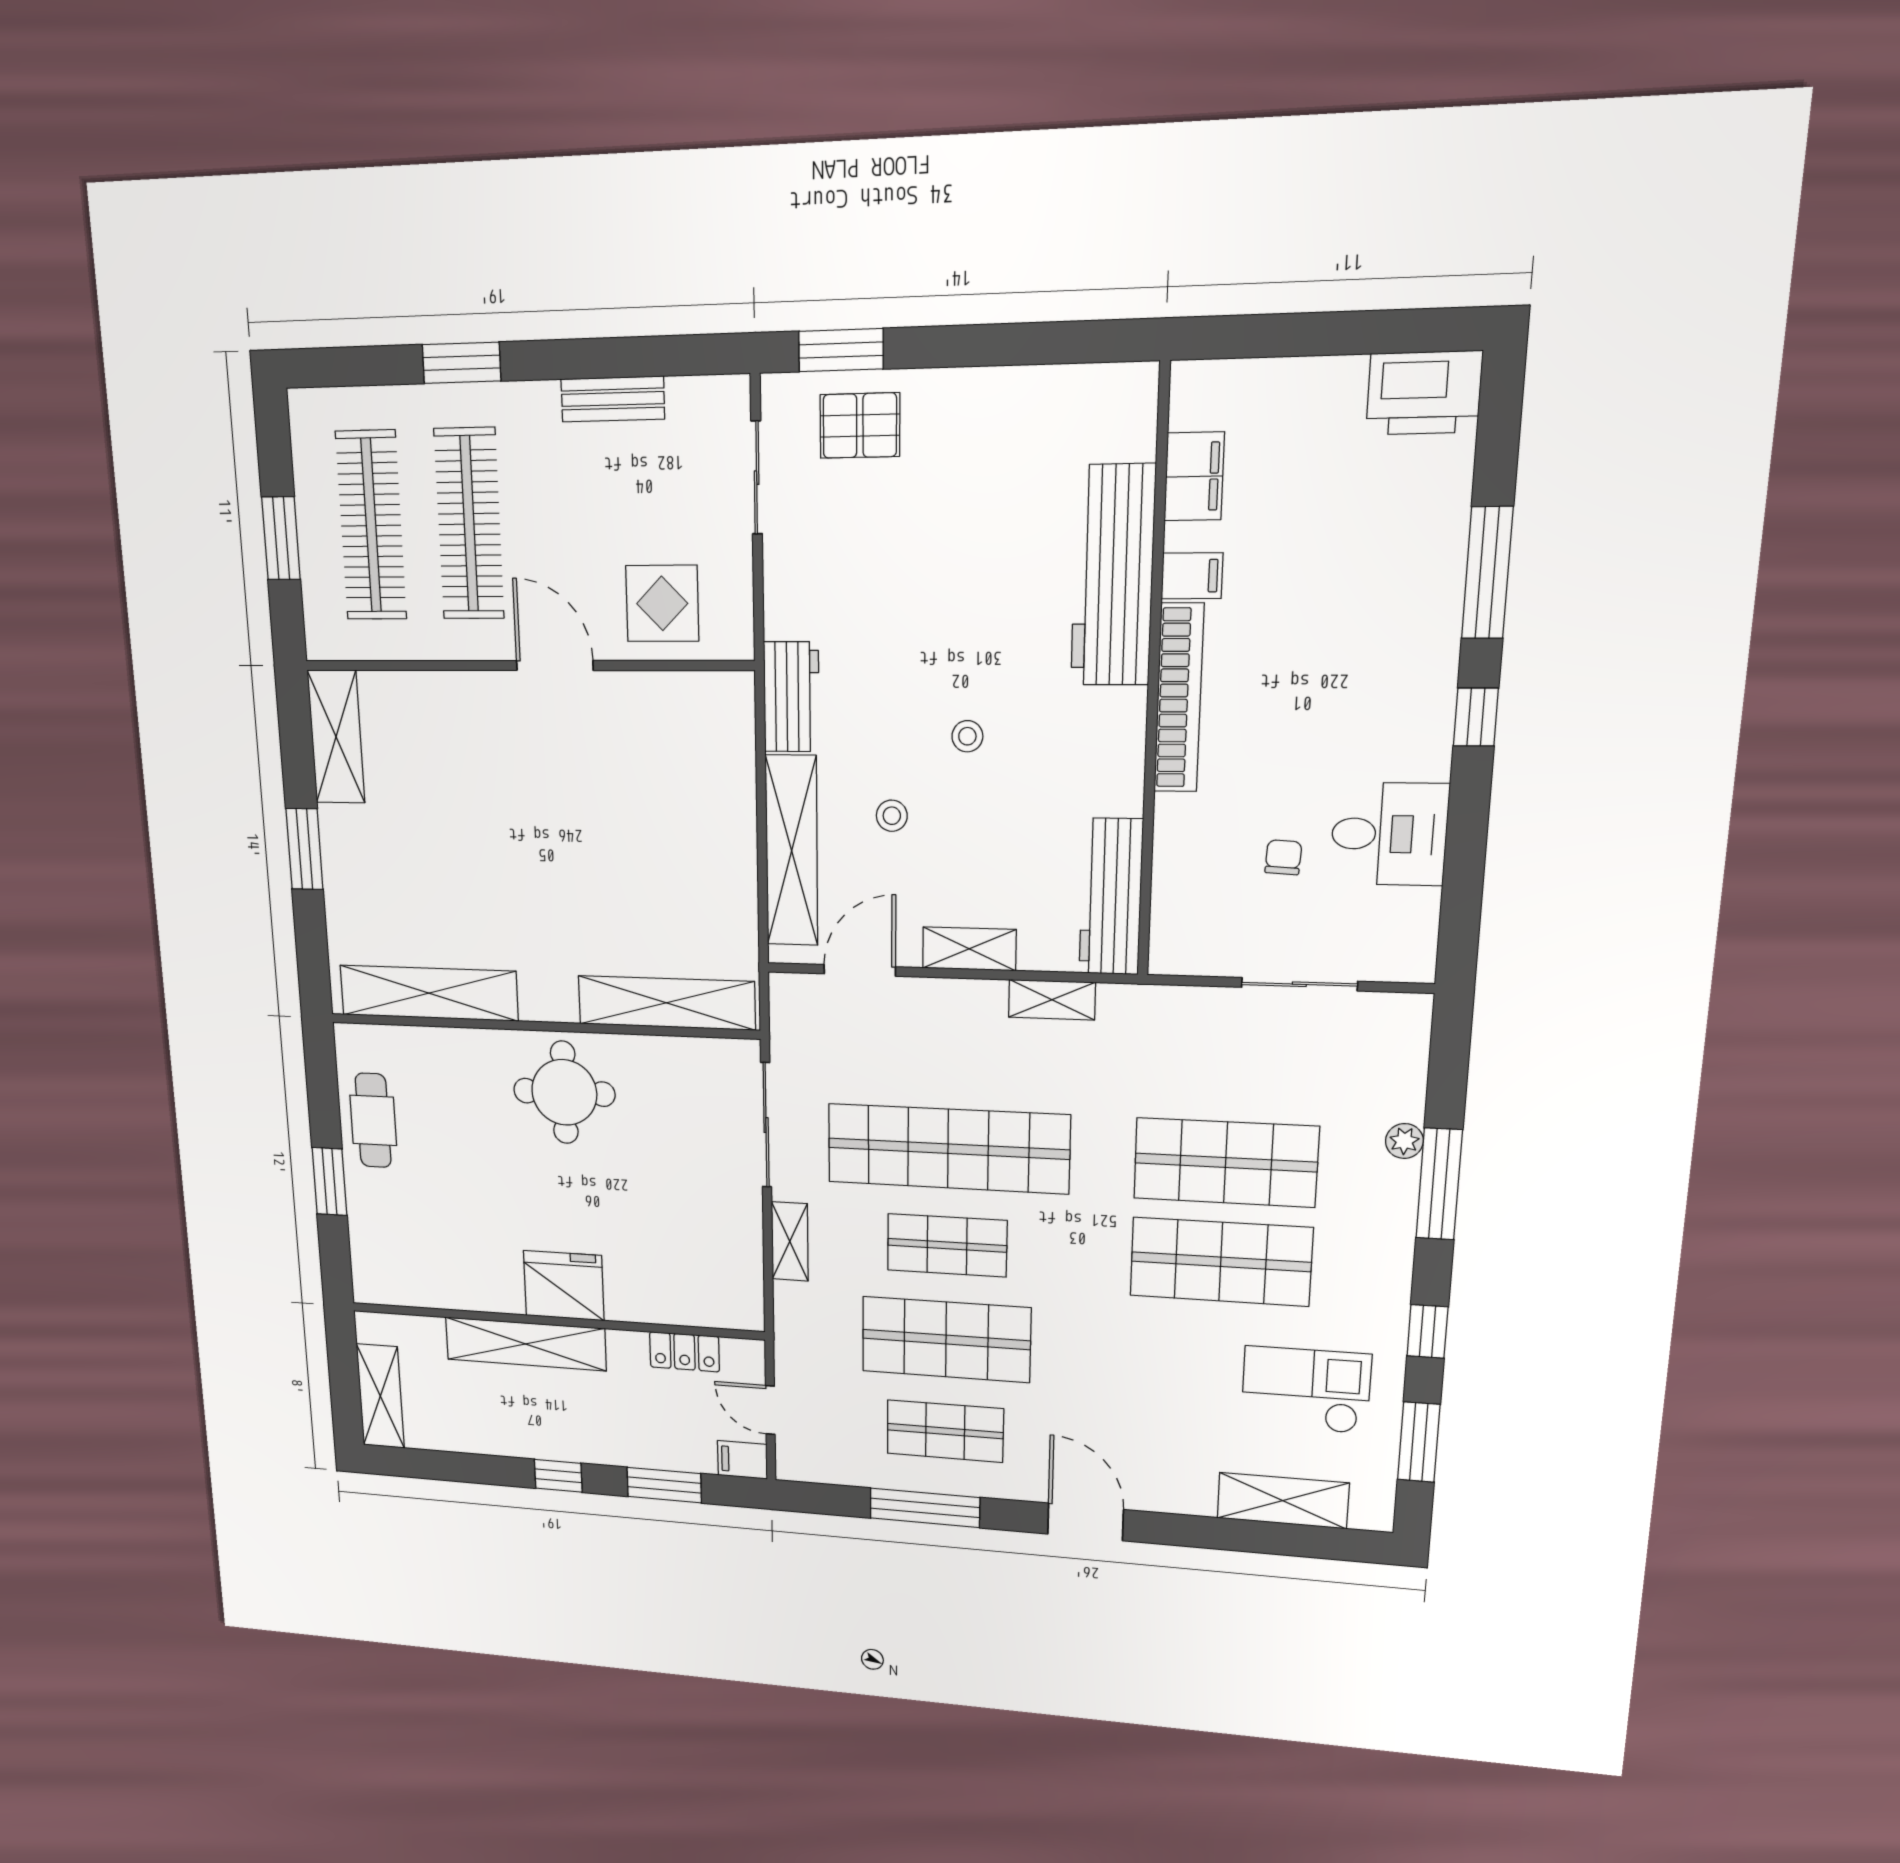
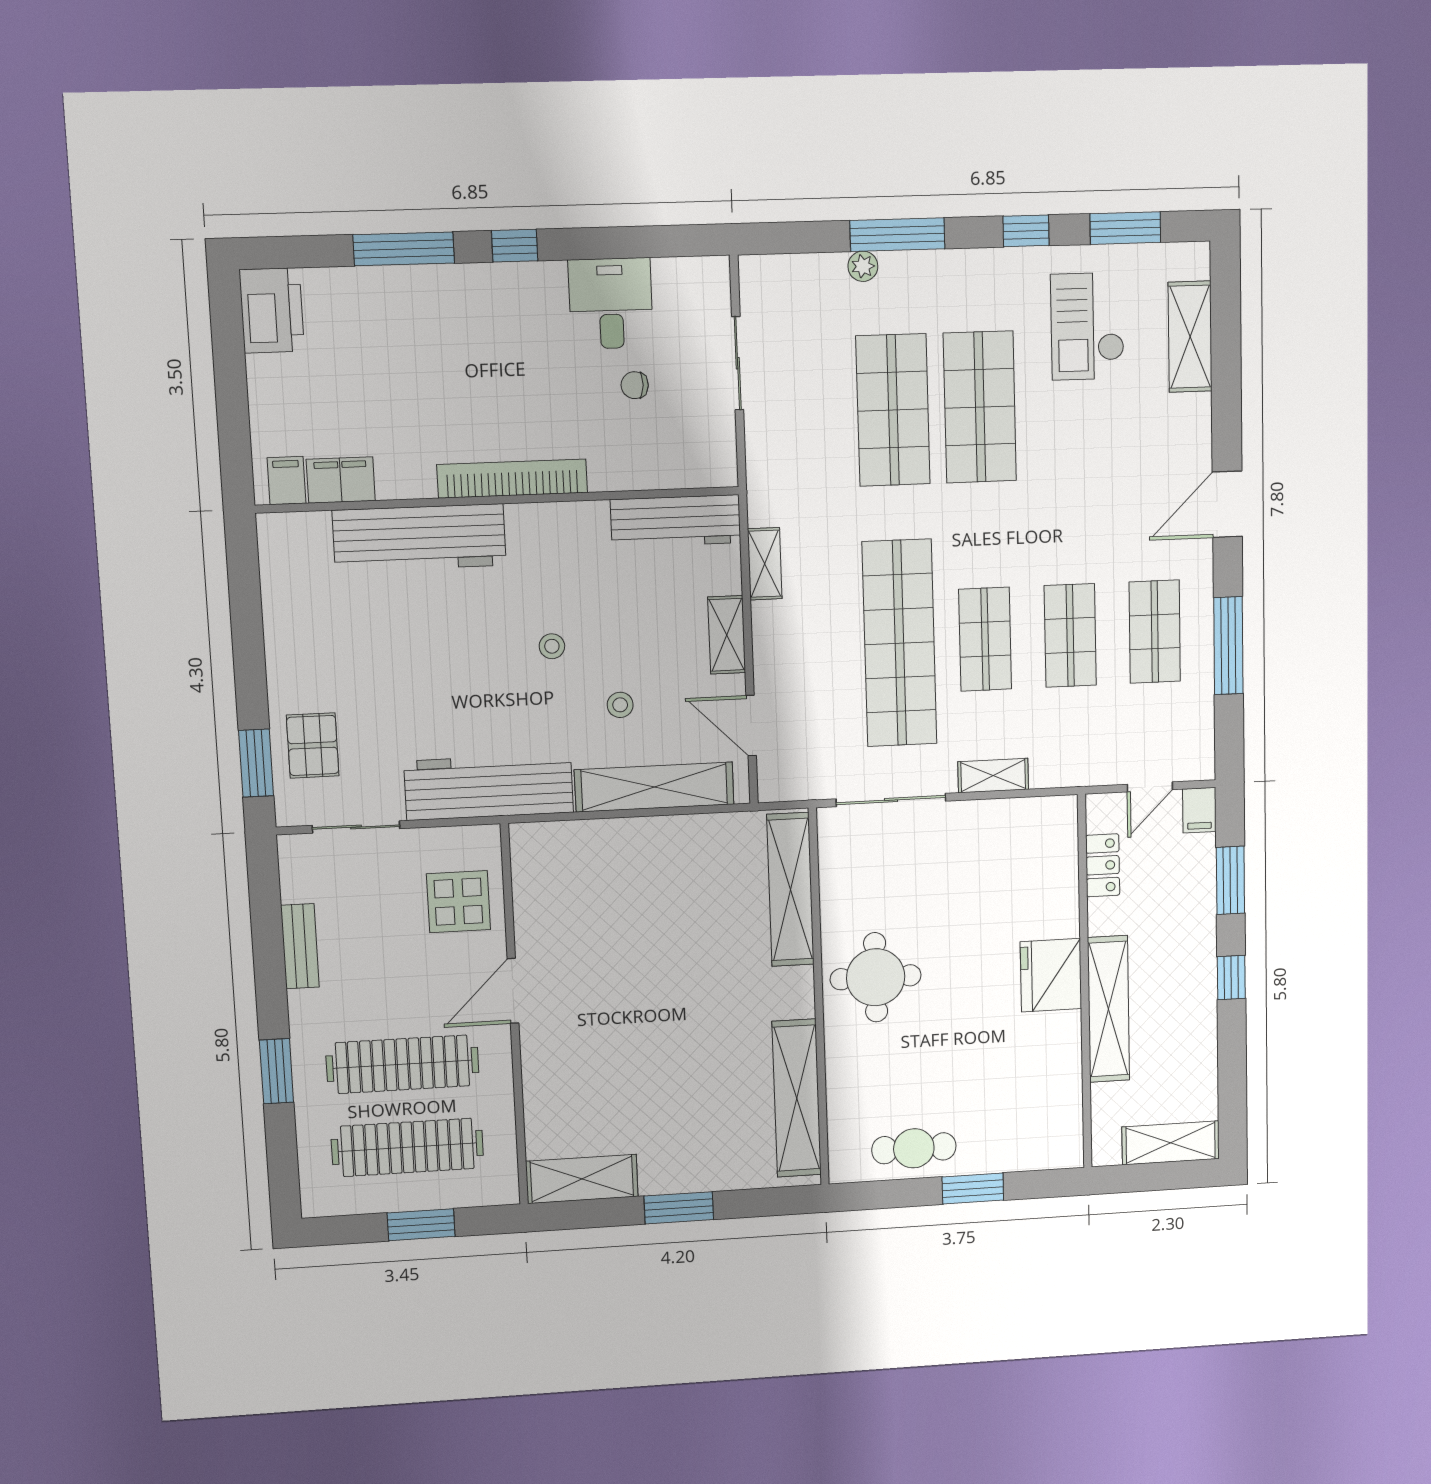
filing cabinet: (1192, 576) -> (287, 481), moved
workbench: (791, 697) -> (489, 787), width x1.88, depth x1.32
shop shelf: (946, 1339) -> (1070, 635), width x0.70, depth x0.74

